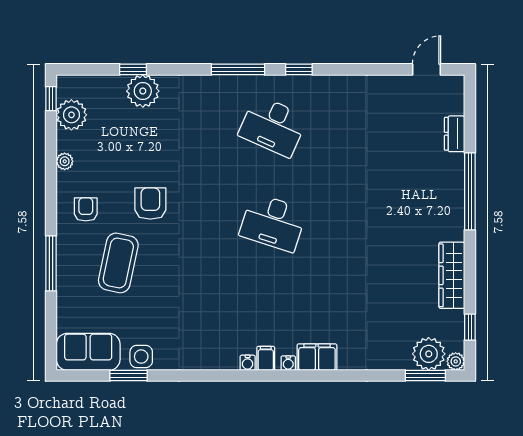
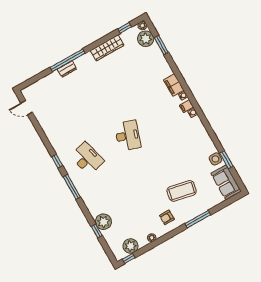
desk: (273, 126) -> (87, 159), turned -39
dresser: (455, 134) -> (67, 69), moved
armchair: (150, 204) -> (149, 192), removed
window: (425, 376) -> (161, 45), moved

